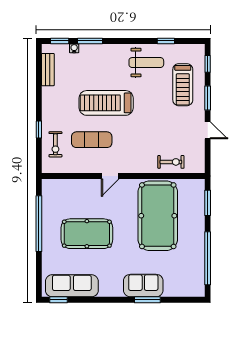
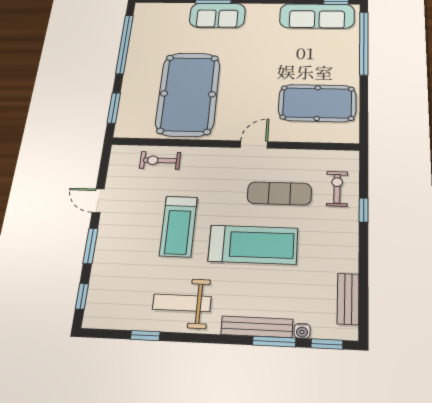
bench: (101, 50) -> (257, 327), added
treadmill: (183, 85) -> (178, 226), moved, turned 180
window: (39, 224) -> (364, 43), moved
pool table: (87, 234) -> (317, 103), moved

